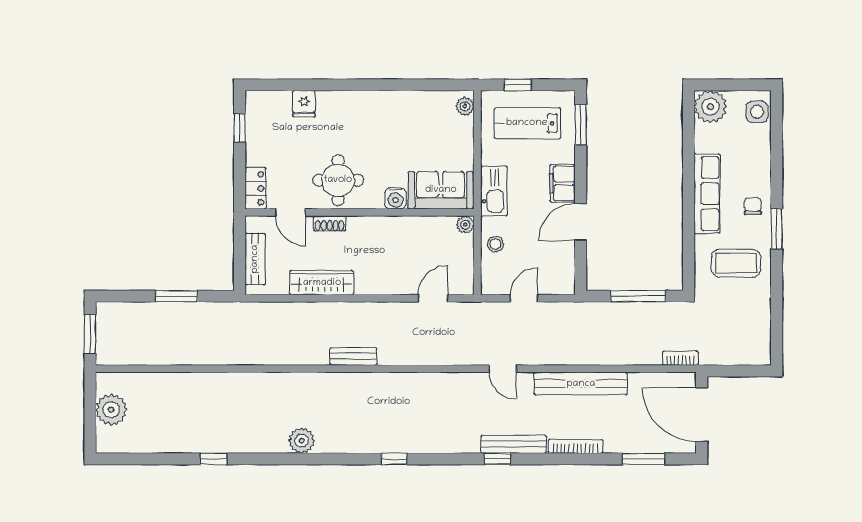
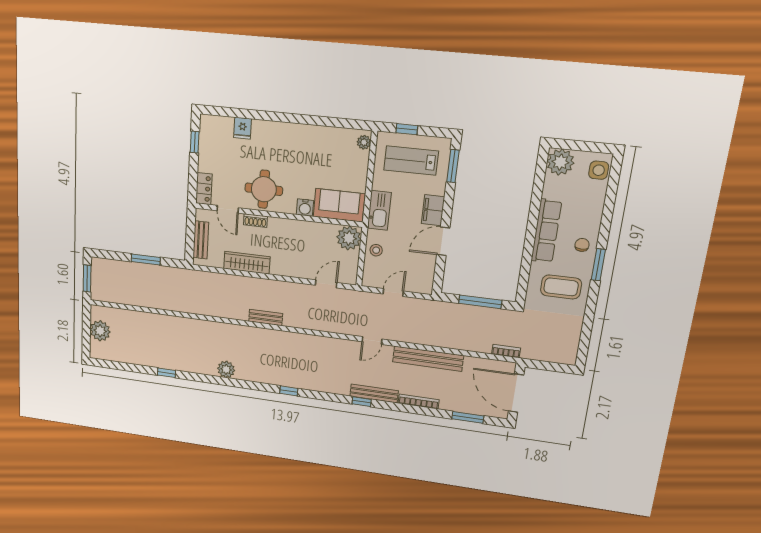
plant: (465, 225) -> (349, 238), width x1.87, depth x1.87
door: (503, 369) -> (372, 340), hinge flipped

